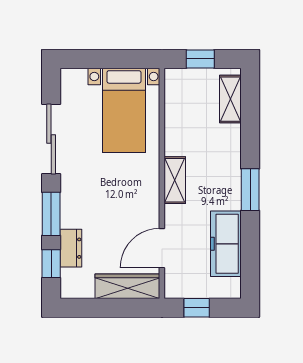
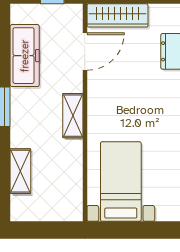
window: (200, 59) -> (49, 230), removed
shelving: (230, 99) -> (20, 171), moved

